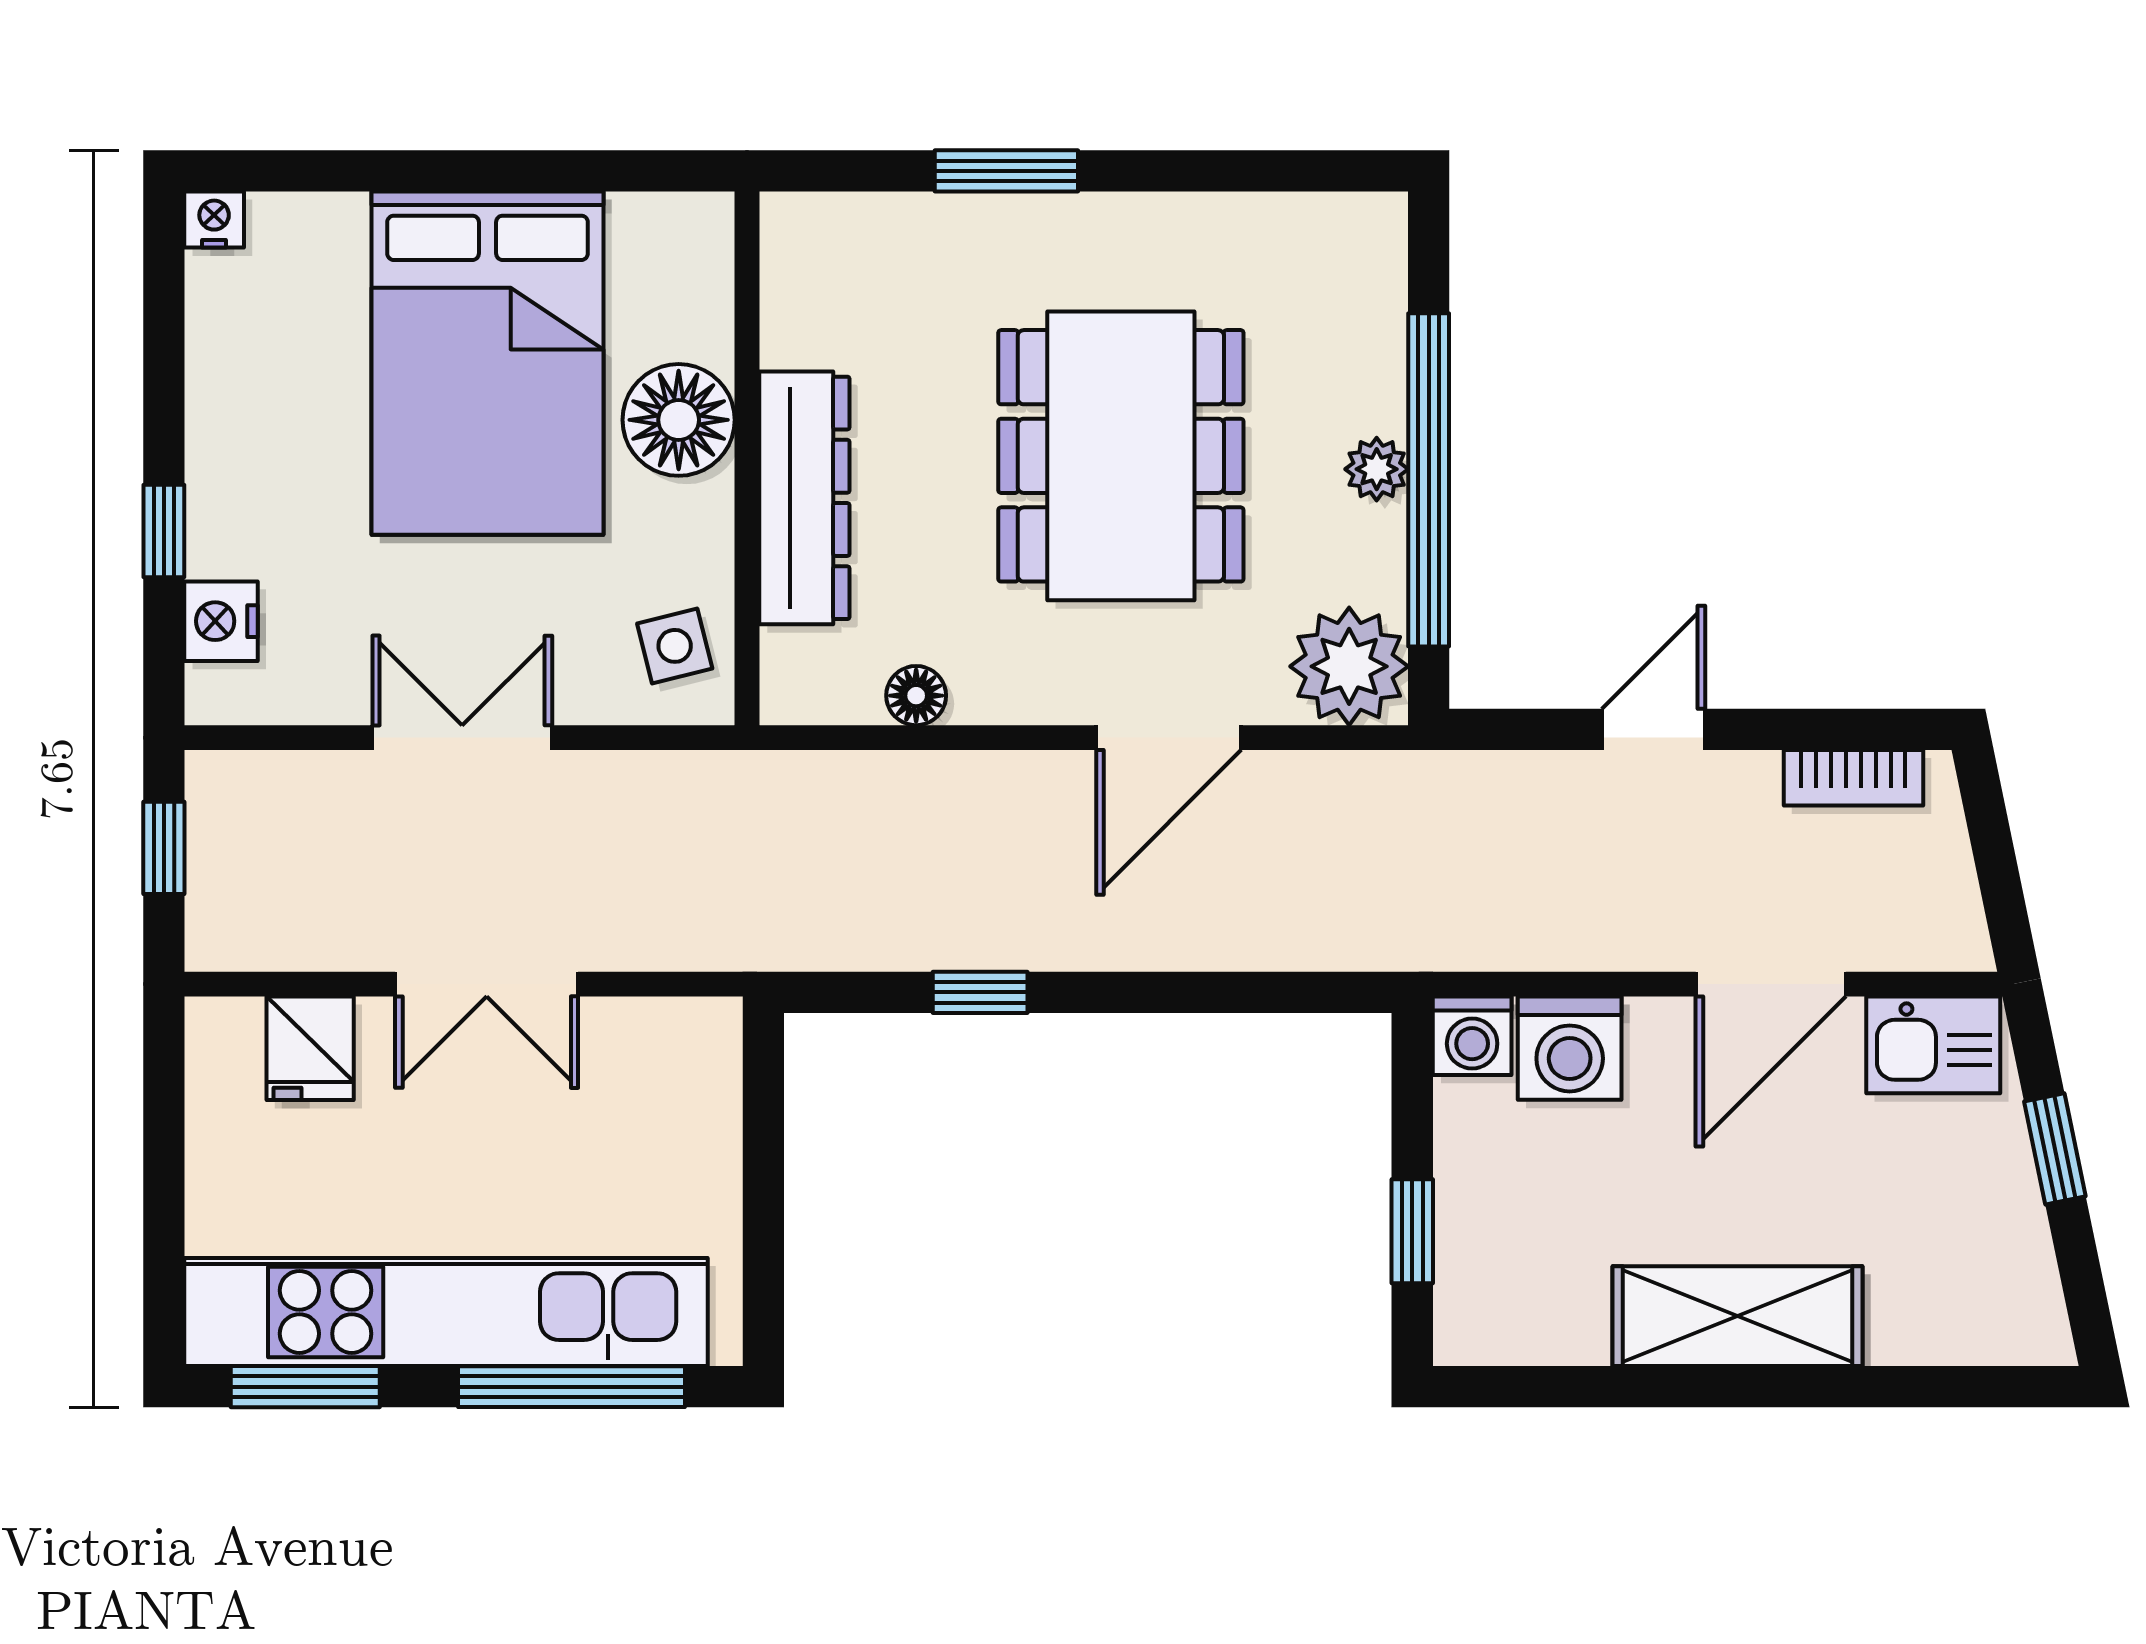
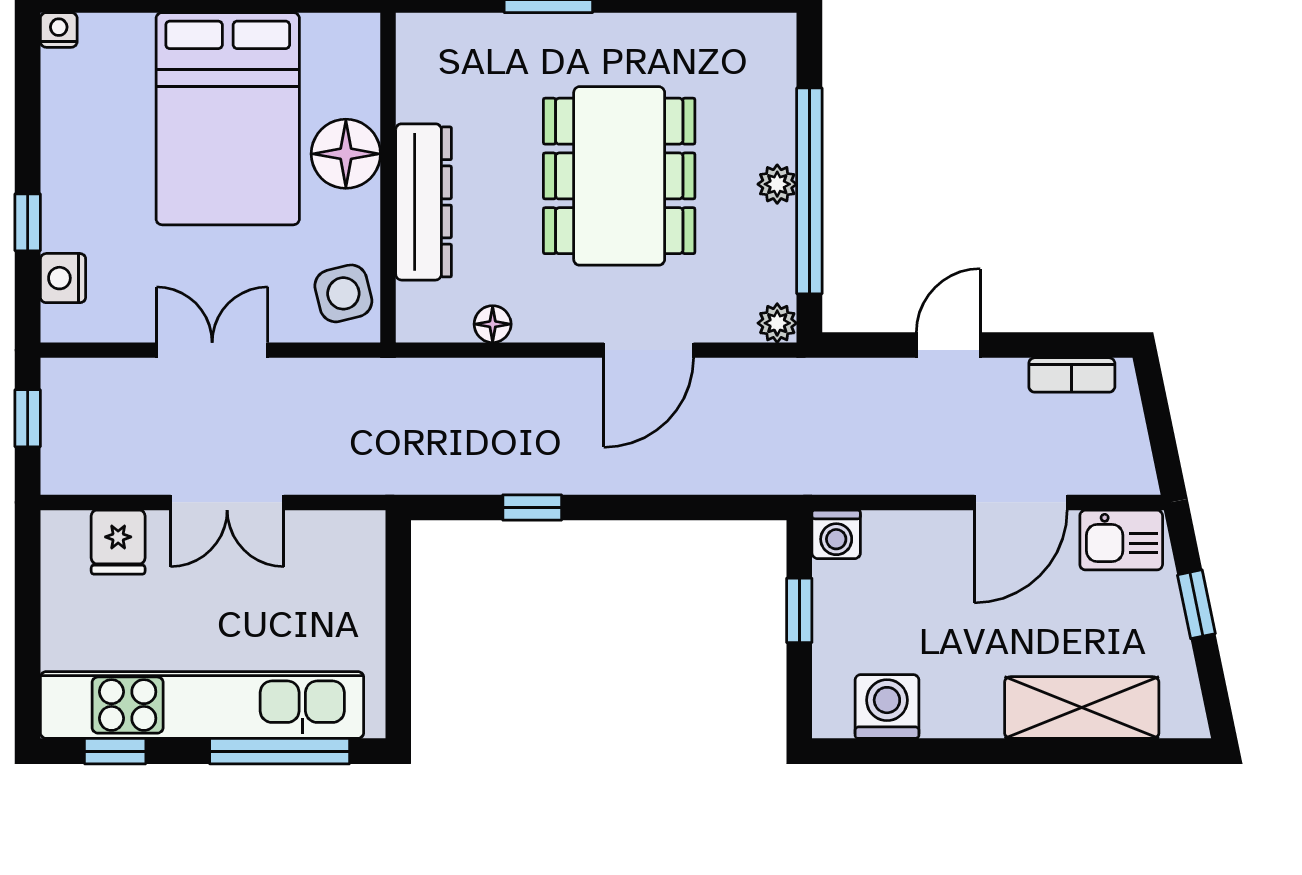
side table: (675, 646) -> (343, 293), width x1.37, depth x1.37
plant: (1349, 666) -> (777, 323), width x0.53, depth x0.53
washing machine: (1570, 1048) -> (887, 706), moved, turned 180
window: (1412, 1231) -> (799, 610), moved
shelving: (1737, 1316) -> (1082, 708), moved
window: (305, 1387) -> (115, 751), width x0.67

